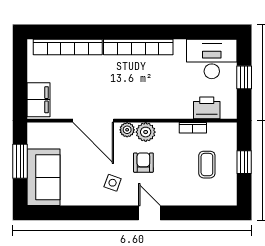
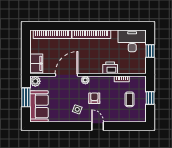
printer: (207, 108) -> (110, 68), moved
door: (93, 121) -> (67, 75), swing flipped
plant: (146, 132) -> (35, 81), moved

